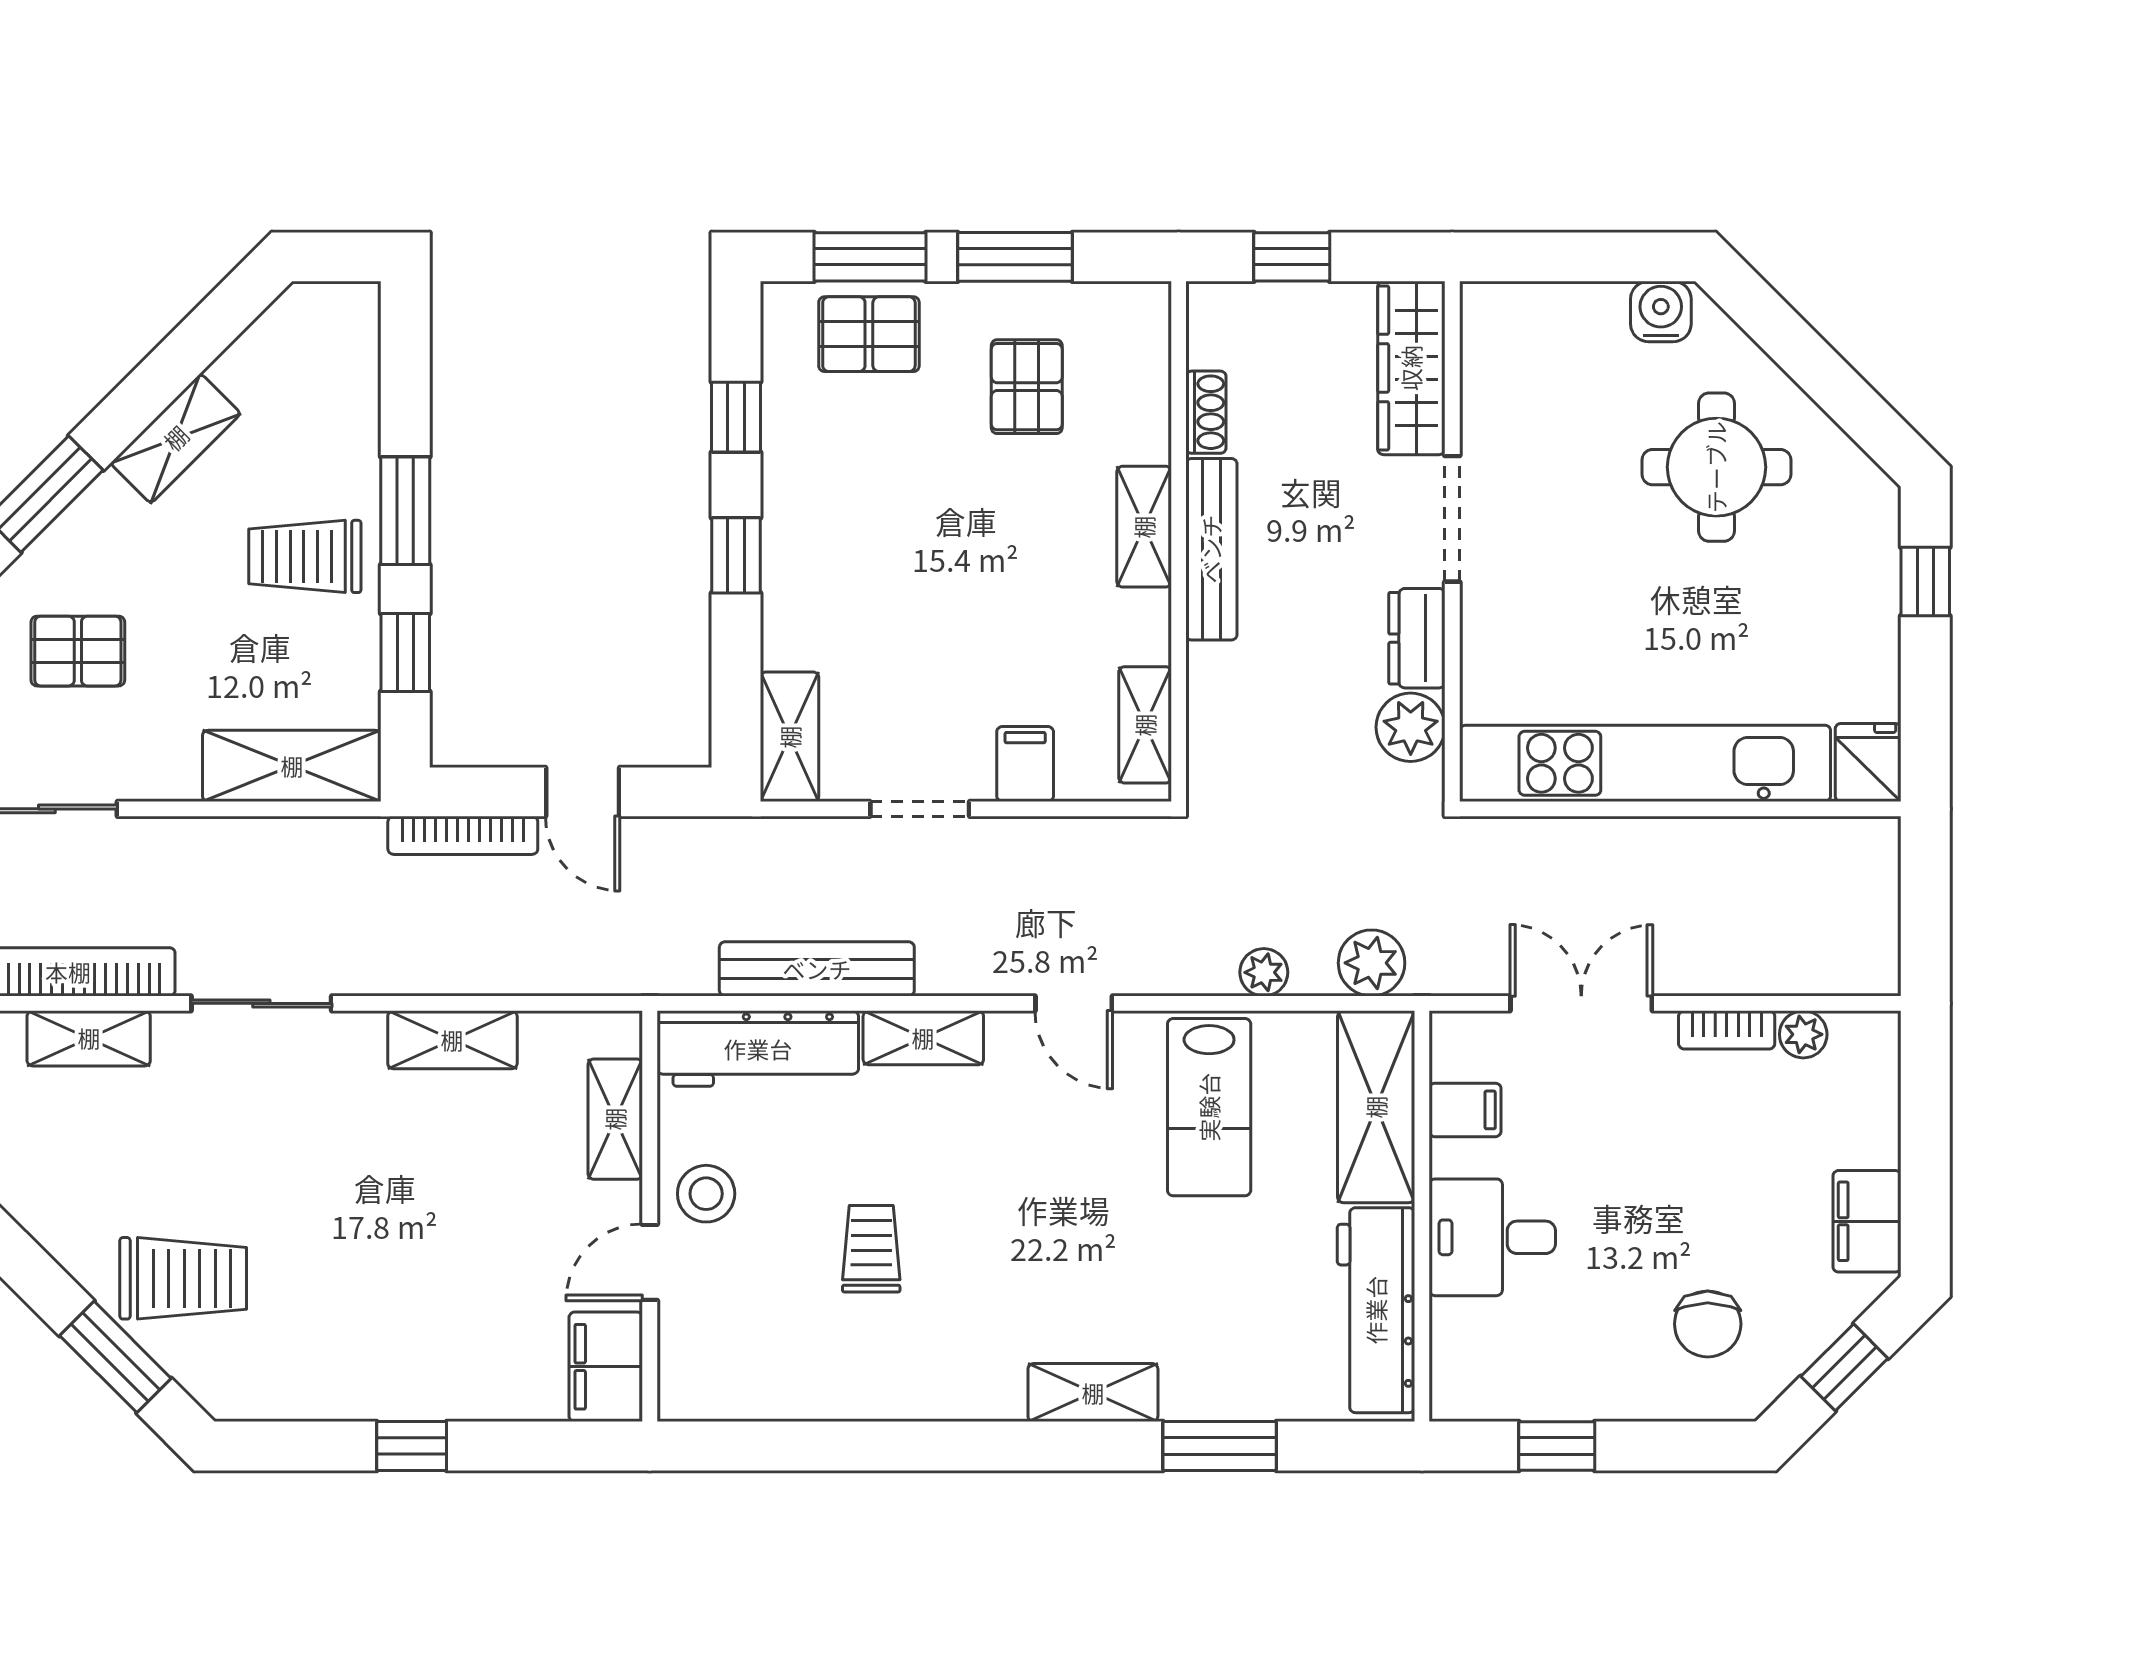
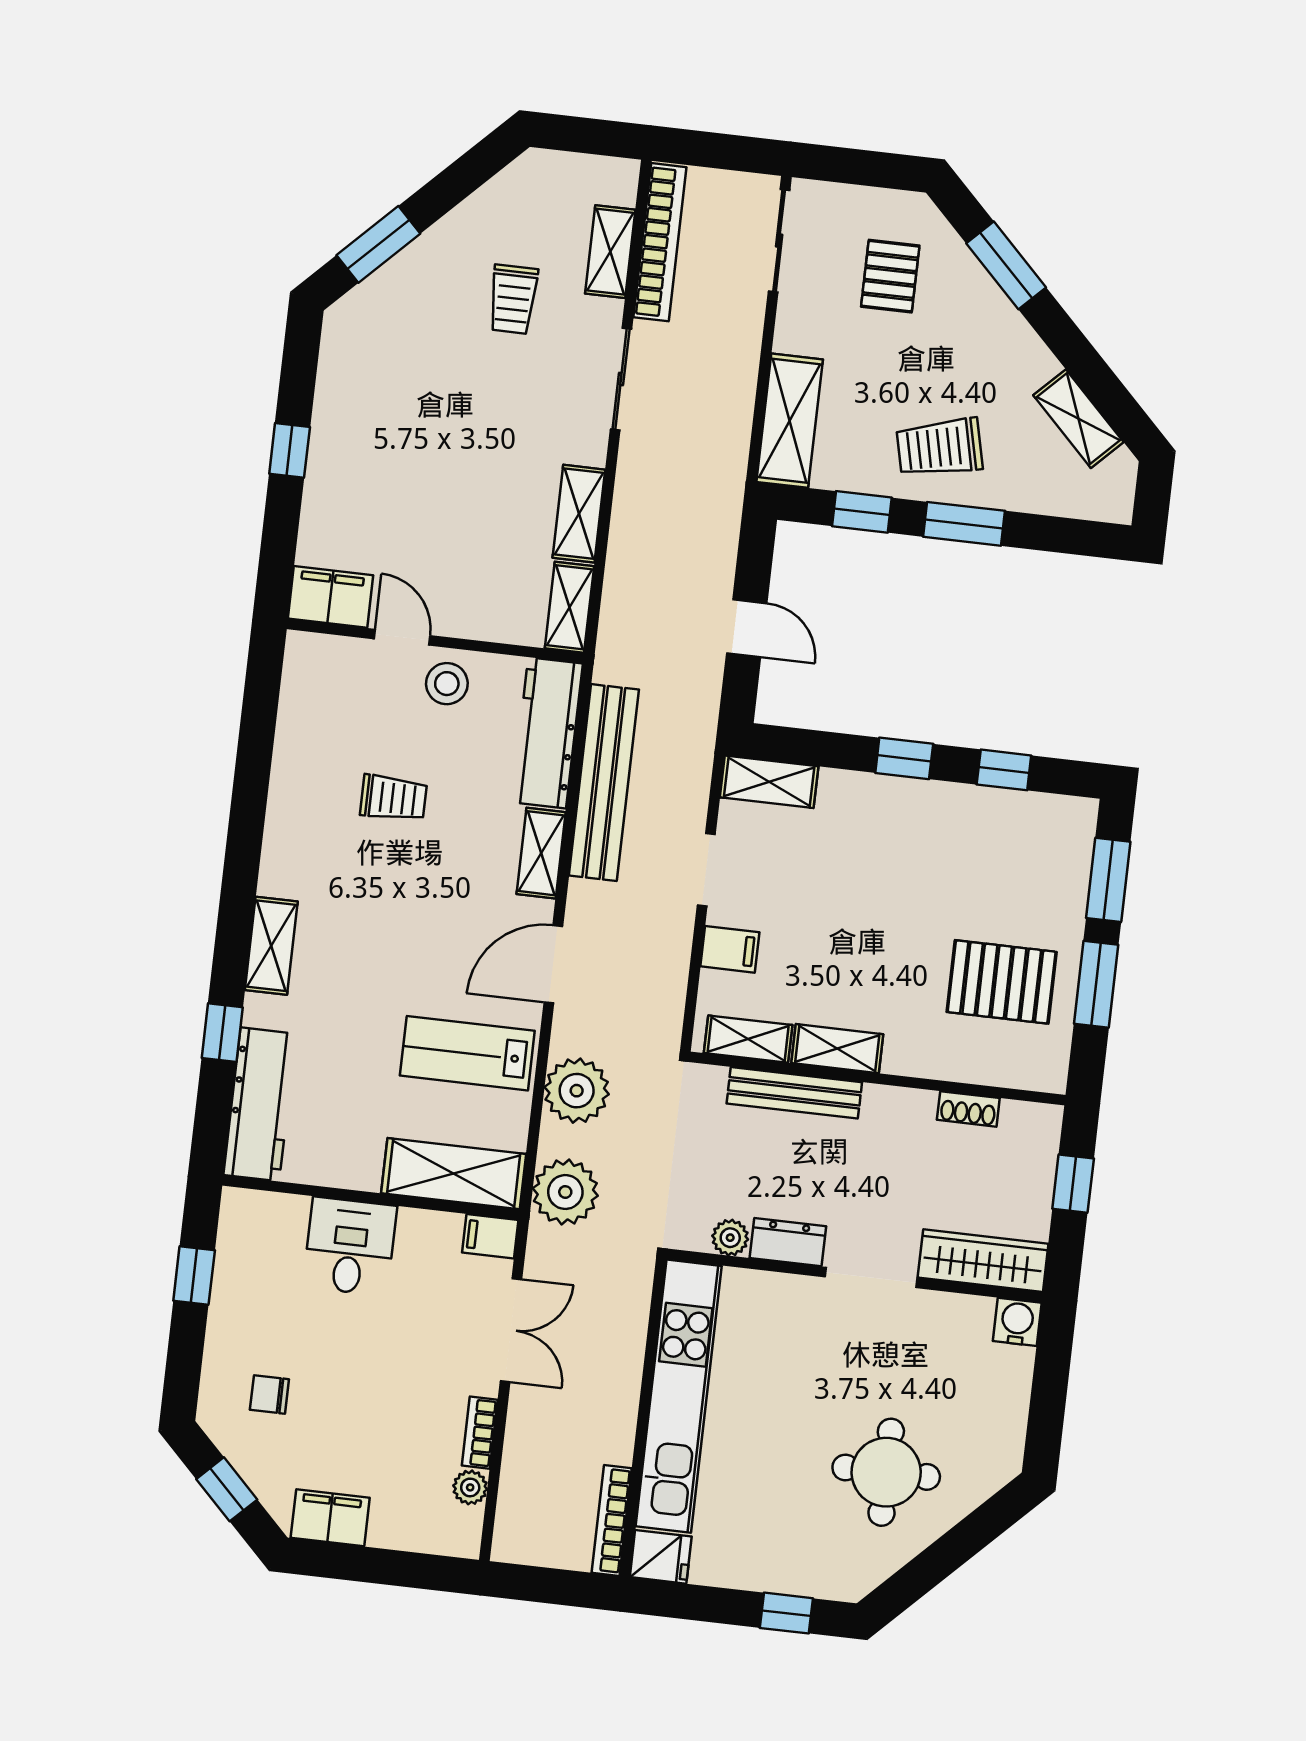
water cooler: (1661, 311) -> (1017, 1322), moved, turned -90
pallet: (869, 334) -> (1053, 873), removed
pallet: (1027, 387) -> (1002, 982), width x1.50, depth x1.42
shelving: (176, 438) -> (1078, 419), moved
shelving: (1144, 527) -> (837, 1049), moved
bench: (1211, 549) -> (794, 1093), moved
trolley: (305, 556) -> (939, 448), turned -103
plant: (1411, 727) -> (730, 1238), width x0.73, depth x0.73
door: (583, 792) -> (747, 628), swing flipped
bookcase: (463, 835) -> (612, 1520), moved
plant: (1372, 963) -> (565, 1192), width x1.36, depth x1.36
bench: (817, 969) -> (604, 783), width x1.37, depth x1.21
plant: (1264, 972) -> (577, 1091), width x1.87, depth x1.87
door: (1074, 1003) -> (553, 964), width x1.38
filing cabinet: (1465, 1110) -> (490, 1236), moved, turned 90
shelving: (615, 1119) -> (569, 607), moved, turned 90
trolley: (183, 1278) -> (513, 299), moved, width x0.73, depth x0.72
workbench: (1376, 1310) -> (260, 1104), moved, turned 90
chair: (1708, 1324) -> (269, 1394), width x0.73, depth x0.73
window: (1220, 1446) -> (222, 1033), width x0.67

